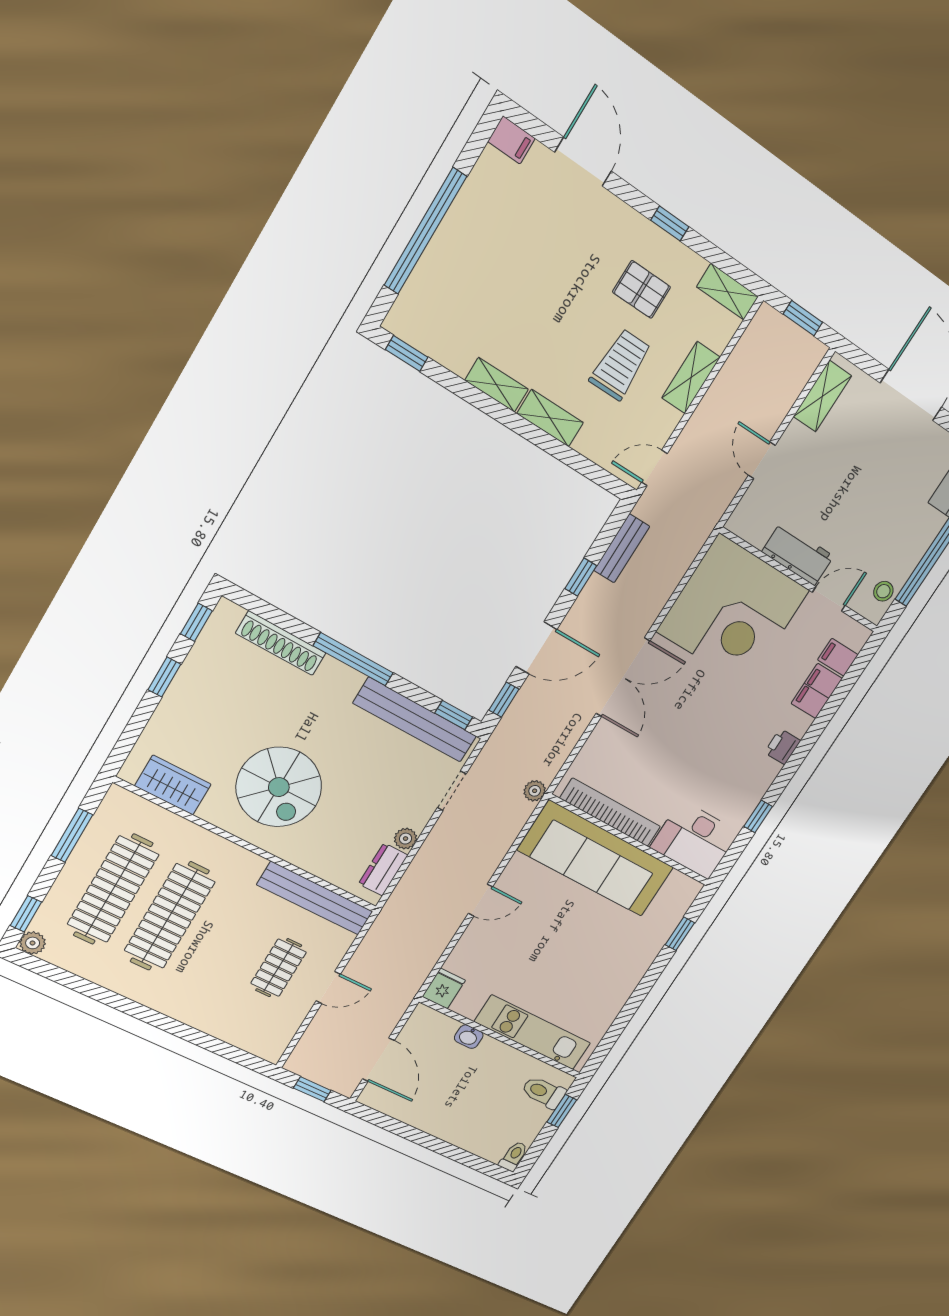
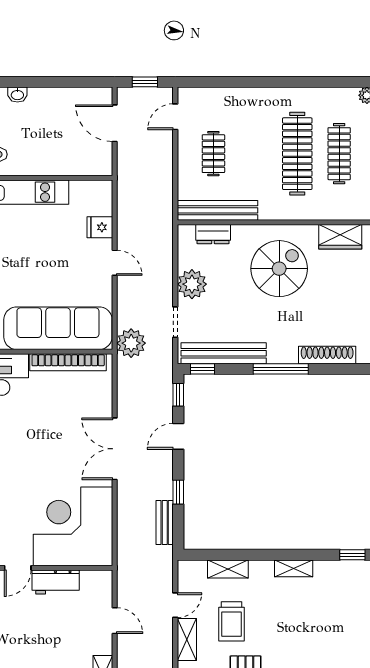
shelving: (550, 418) -> (228, 569), moved
door: (654, 468) -> (175, 605), moved
door: (536, 648) -> (178, 436), width x0.73
spiral stairs: (279, 787) -> (279, 269), turned 90
plant: (535, 791) -> (131, 343), width x1.88, depth x1.88
plant: (406, 839) -> (192, 284), width x1.87, depth x1.87
dresser: (383, 869) -> (213, 234), moved, turned 90
clothes rail: (113, 889) -> (339, 154), width x0.73, depth x0.76
door: (480, 900) -> (115, 263), swing flipped
door: (328, 988) -> (175, 117), moved
fridge: (444, 988) -> (100, 227), moved, turned 90
washbasin: (469, 1037) -> (17, 95), moved, turned 180

